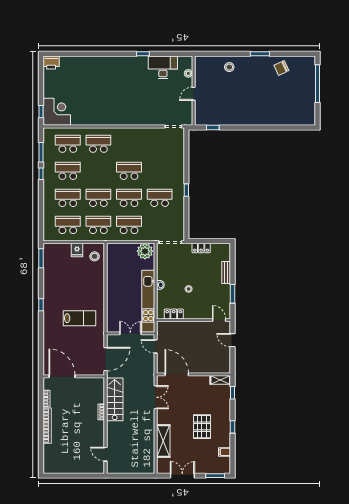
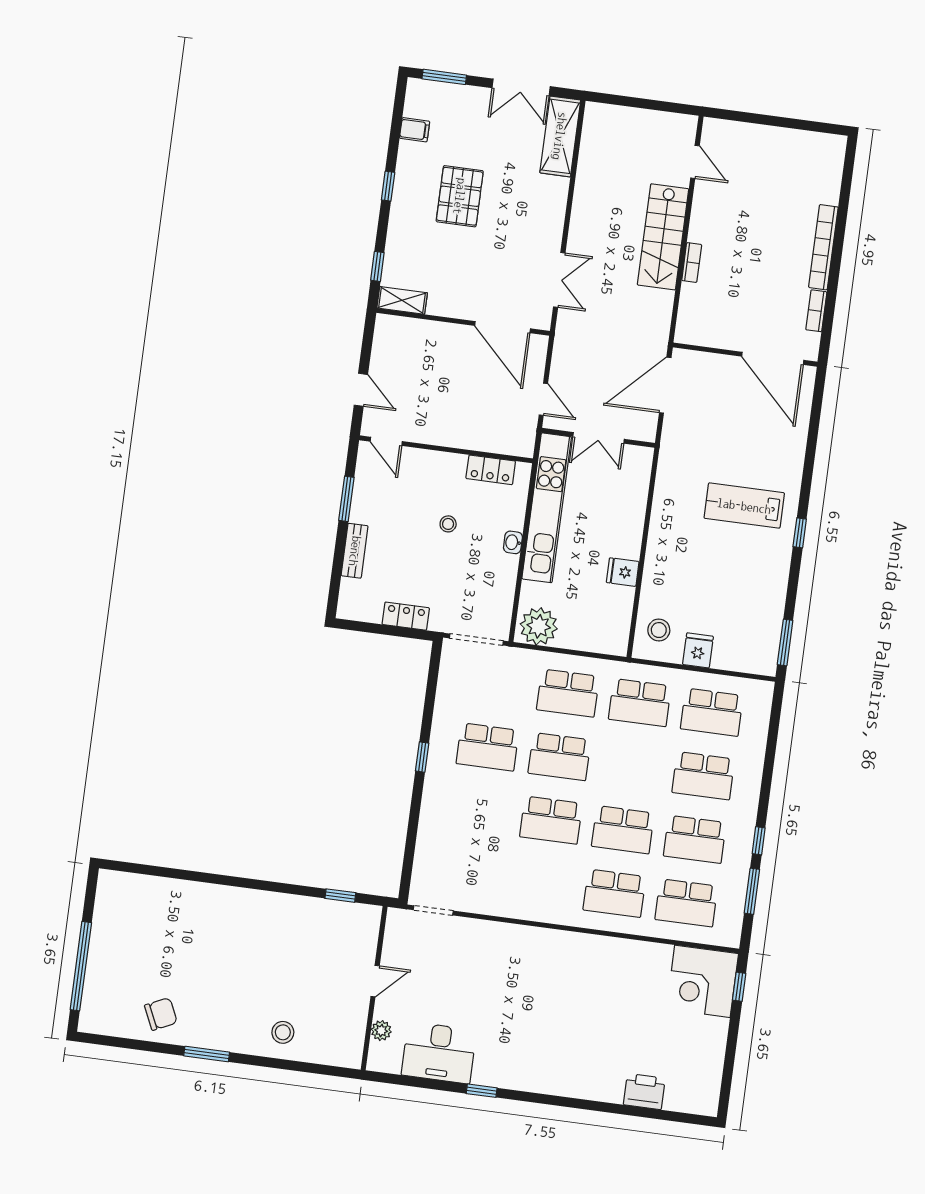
printer: (51, 63) -> (644, 1092), moved
school desk: (98, 198) -> (623, 830), moved
fridge: (113, 279) -> (623, 572), added
lab bench: (79, 318) -> (744, 506), moved
double door: (156, 397) -> (559, 280), swing flipped
stairs: (115, 399) -> (663, 237), moved
shelving: (163, 441) -> (560, 136), moved

